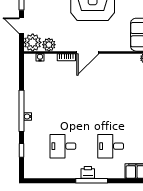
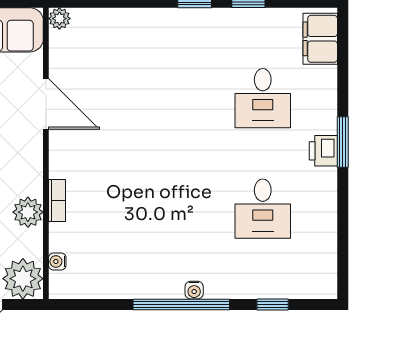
plant: (49, 45) -> (28, 212), moved
door: (88, 52) -> (46, 104), moved
window: (92, 181) -> (343, 142), width x0.69

